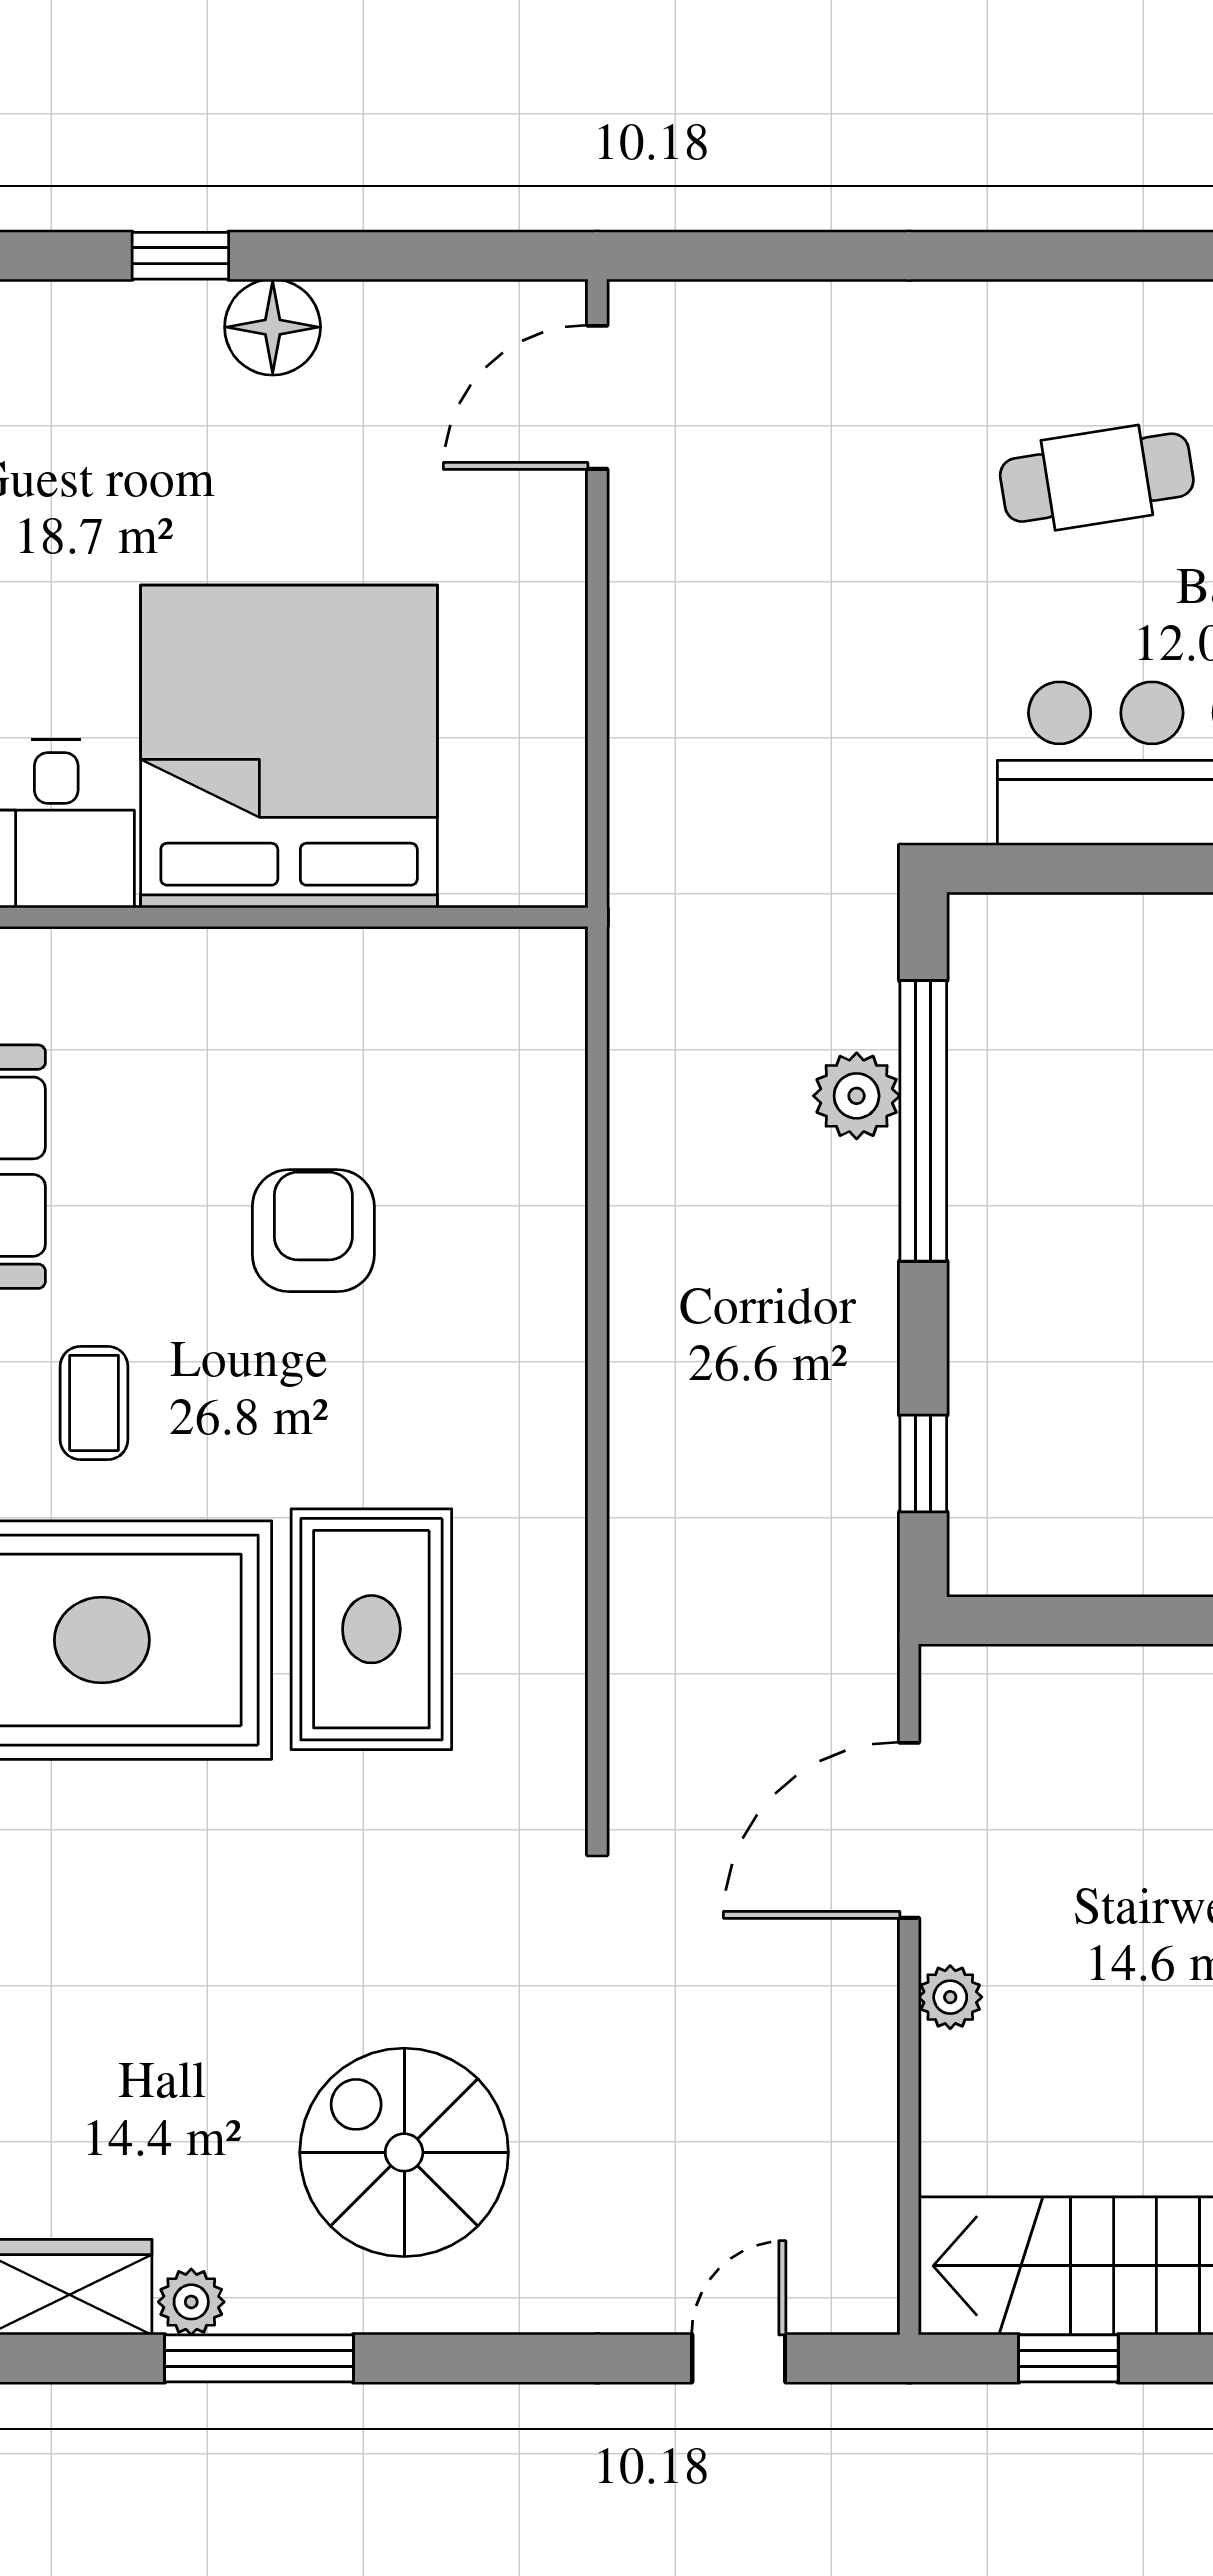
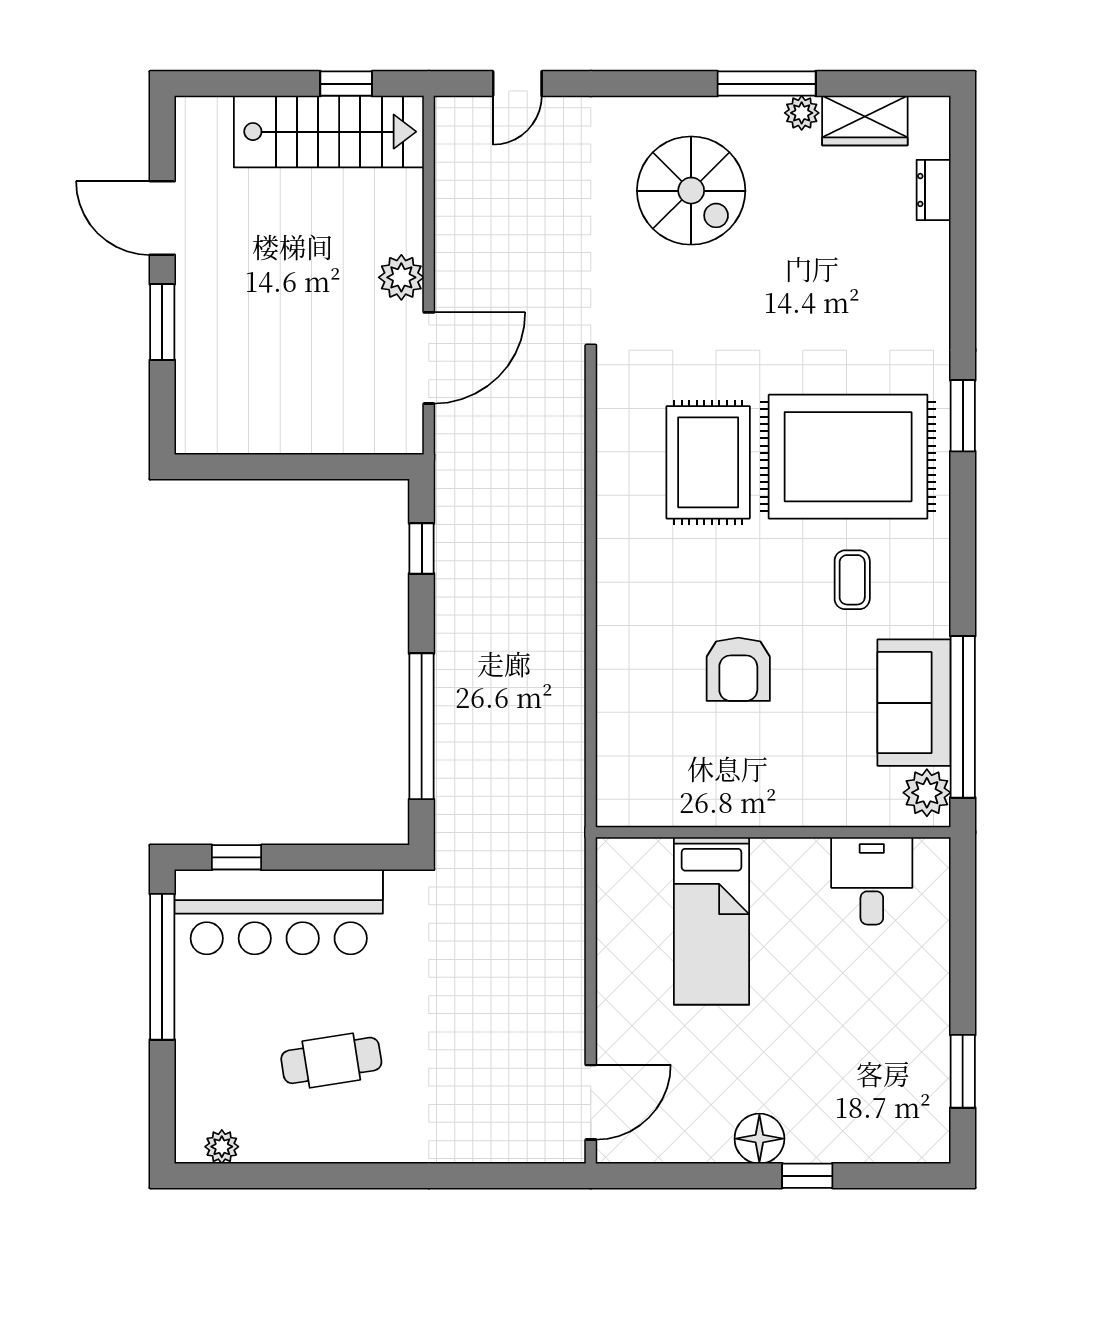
bed: (289, 746) -> (712, 921), width x0.49
plant: (857, 1096) -> (456, 739), removed
plant: (950, 1997) -> (401, 277), width x1.38, depth x1.38

